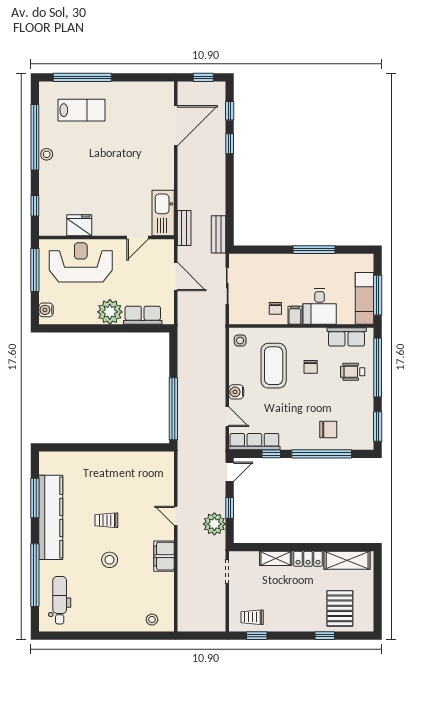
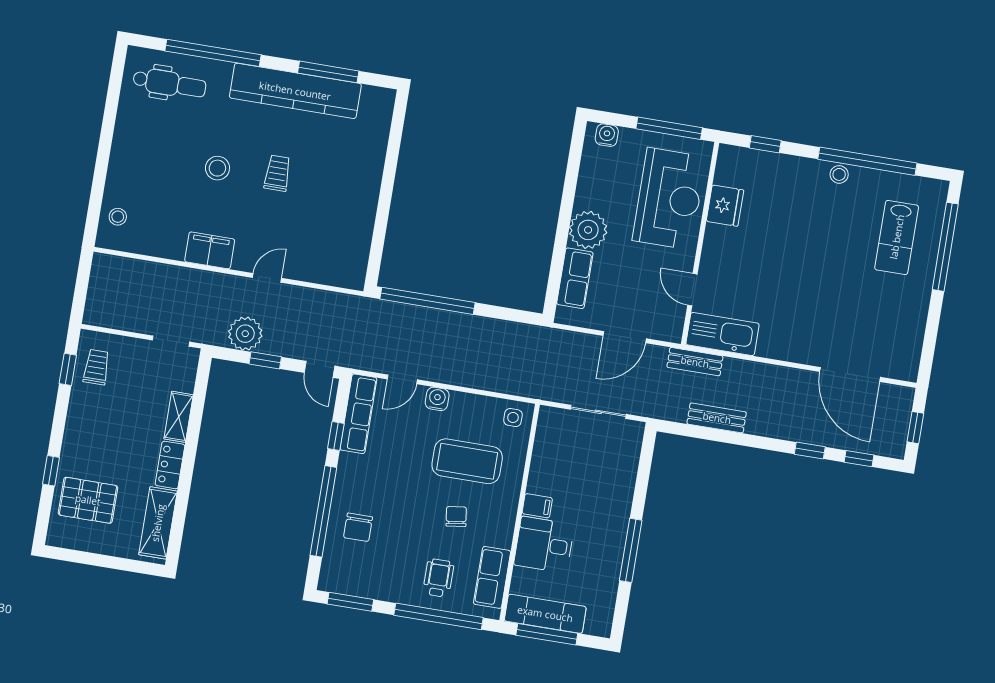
bench: (218, 234) -> (717, 418), moved
chair: (275, 308) -> (552, 478), removed
chair: (311, 367) -> (456, 517), turned 82

